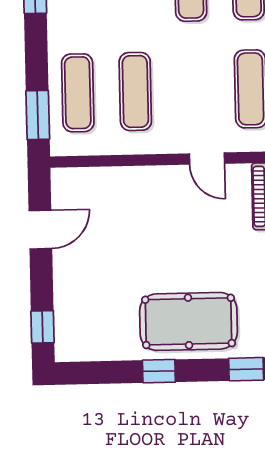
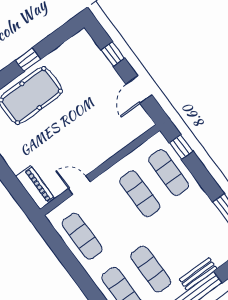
window: (38, 115) -> (181, 147), width x0.67
window: (43, 327) -> (113, 54), moved

